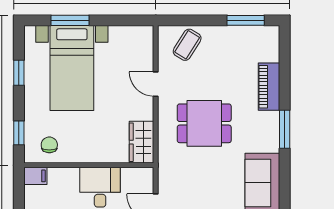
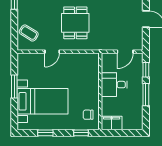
window: (70, 20) -> (14, 86), moved
wardrobe: (141, 142) -> (87, 60), removed
filing cabinet: (35, 176) -> (112, 123), width x2.00

